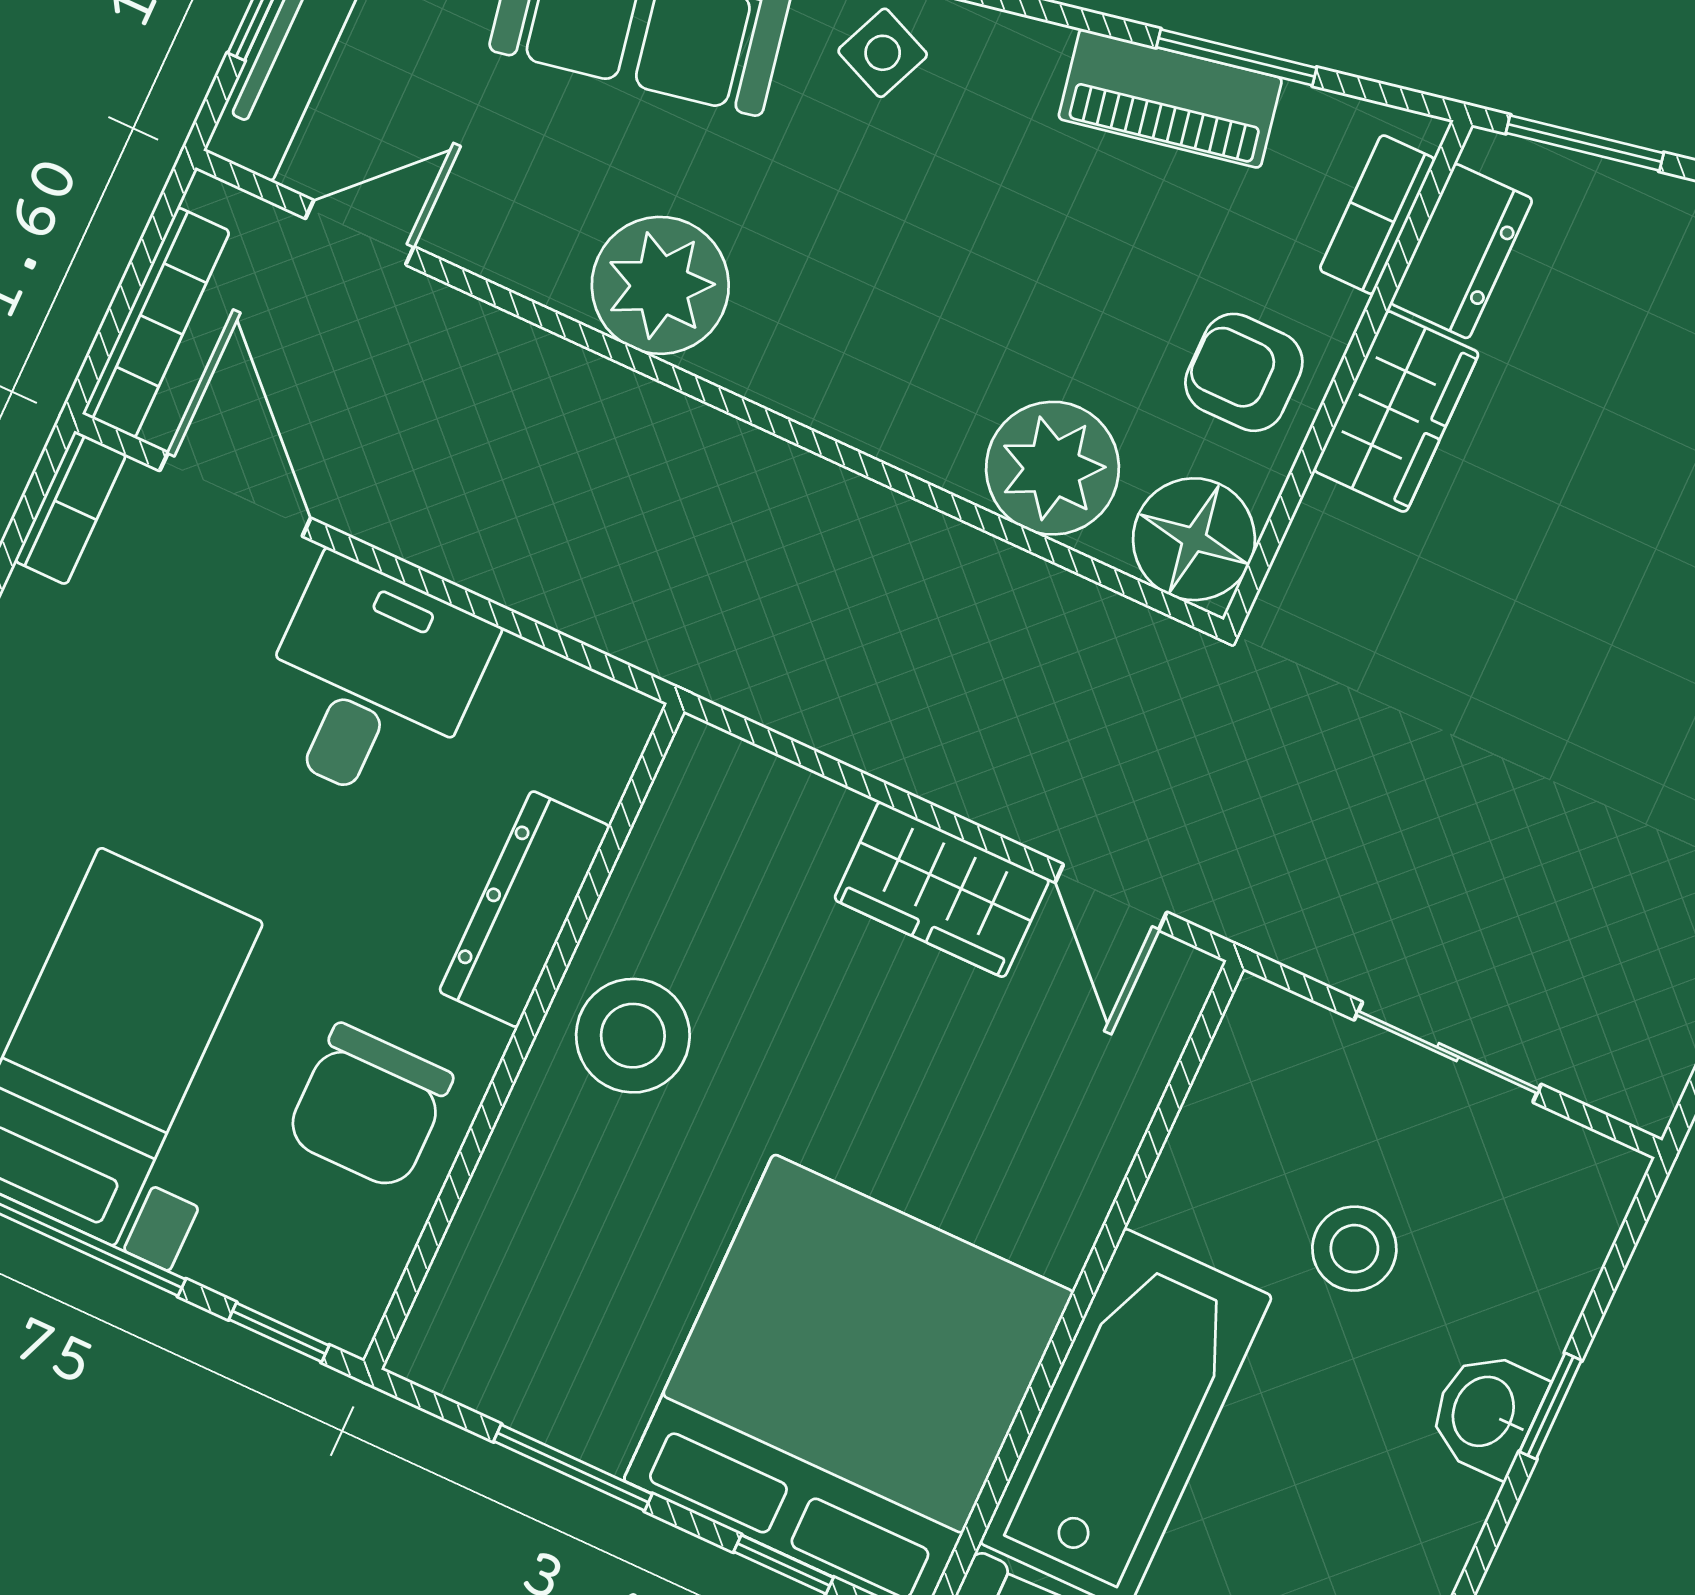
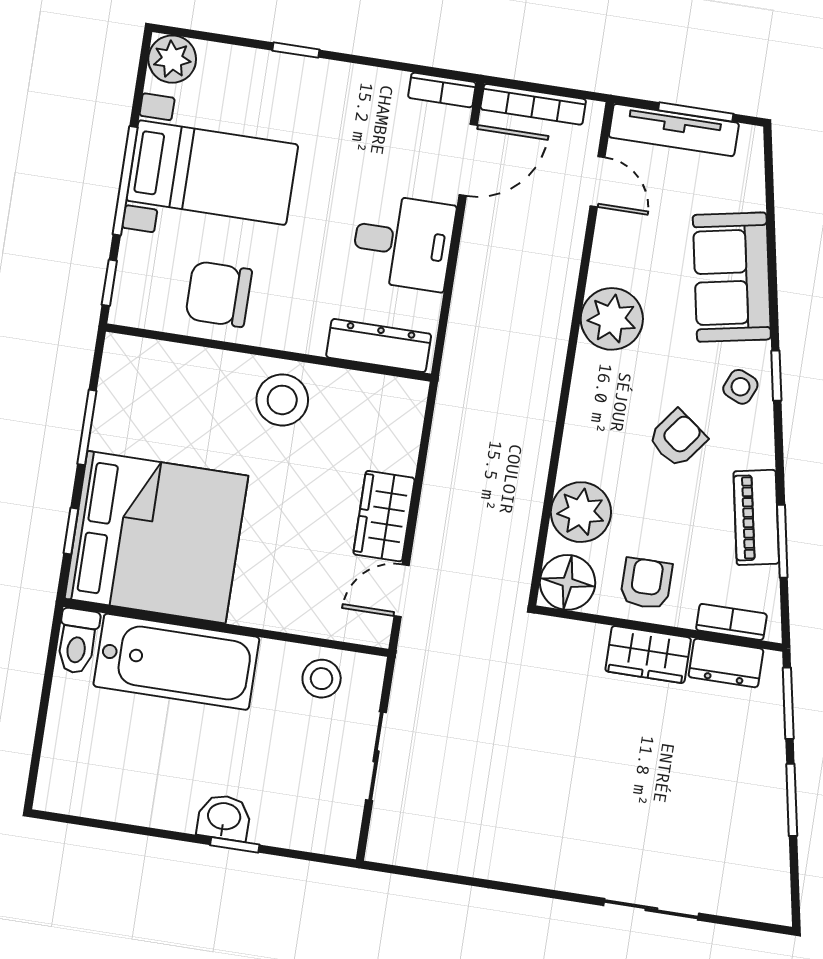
armchair: (954, 218) -> (678, 438), added
dresser: (524, 909) -> (379, 346), moved
stool: (1354, 1249) -> (322, 679), moved

